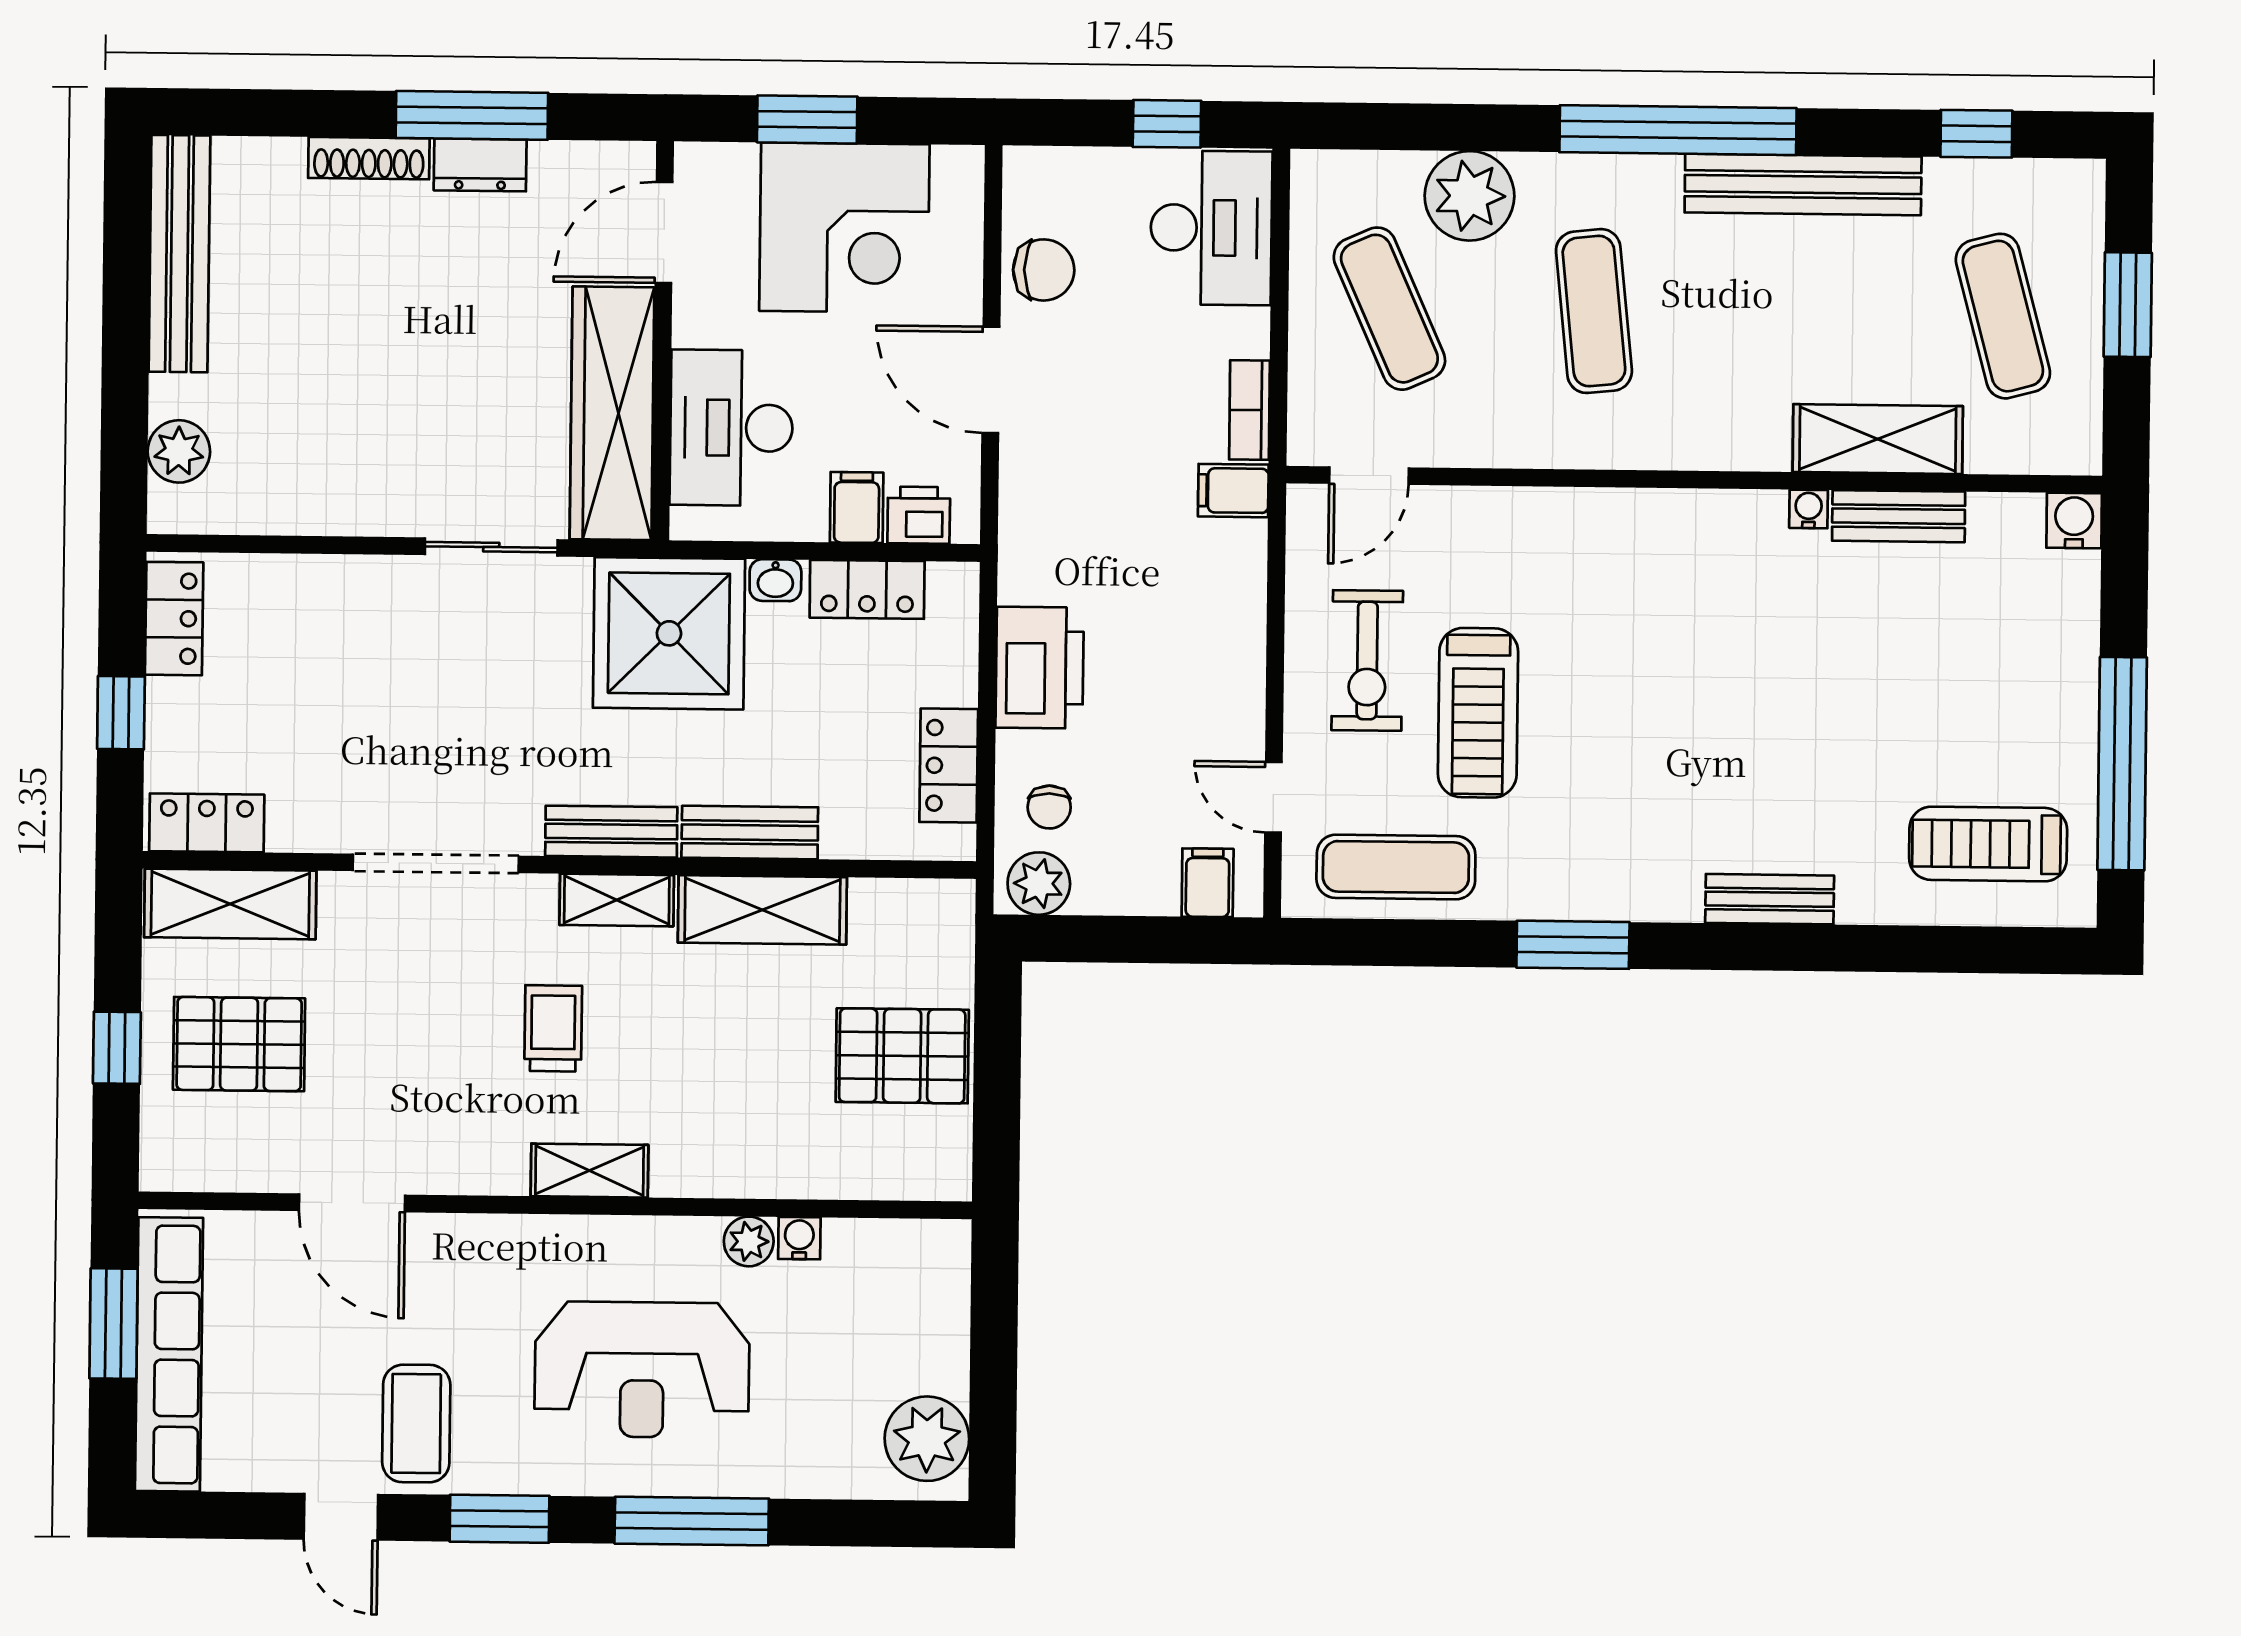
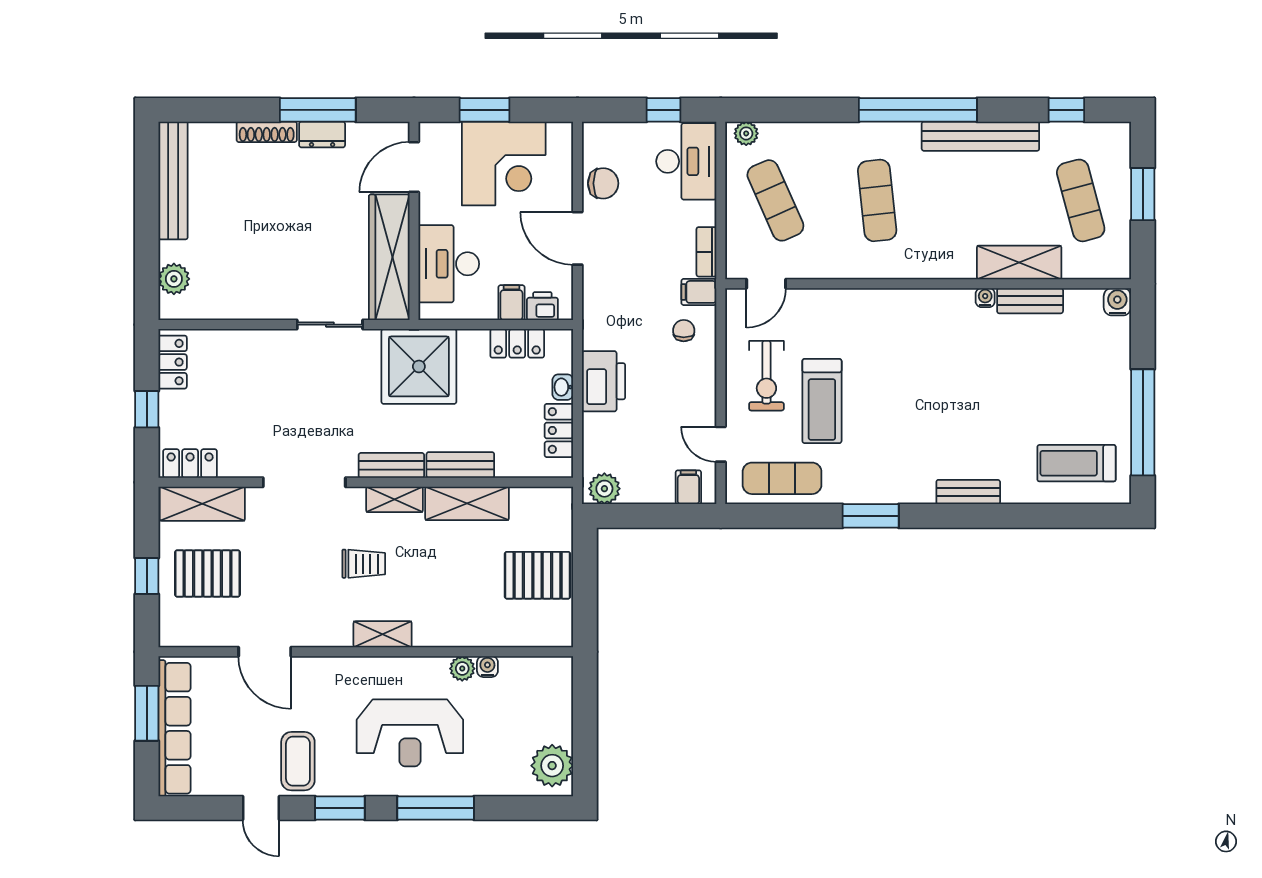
plant: (1469, 196) -> (746, 133), moved, width x0.53, depth x0.53
washbasin: (775, 580) -> (563, 387), moved, turned 90
chair: (1049, 807) -> (684, 331), moved, turned 180
trolley: (553, 1028) -> (364, 564), turned 90

